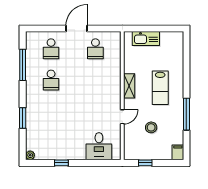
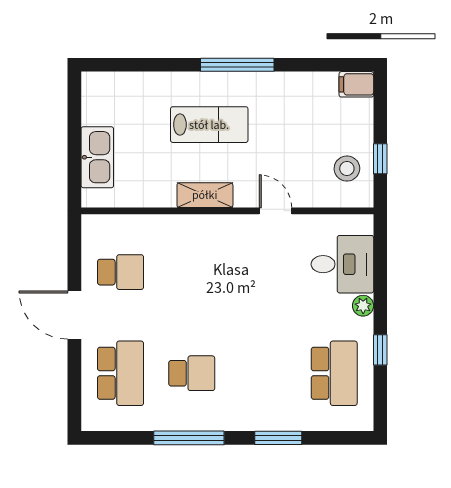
school desk: (51, 49) -> (121, 373), width x1.85
window: (23, 65) -> (189, 438), moved
window: (186, 114) -> (237, 65), moved
stool: (151, 127) -> (347, 169), moved
school desk: (51, 143) -> (334, 373), added
plant: (30, 155) -> (363, 306), moved

